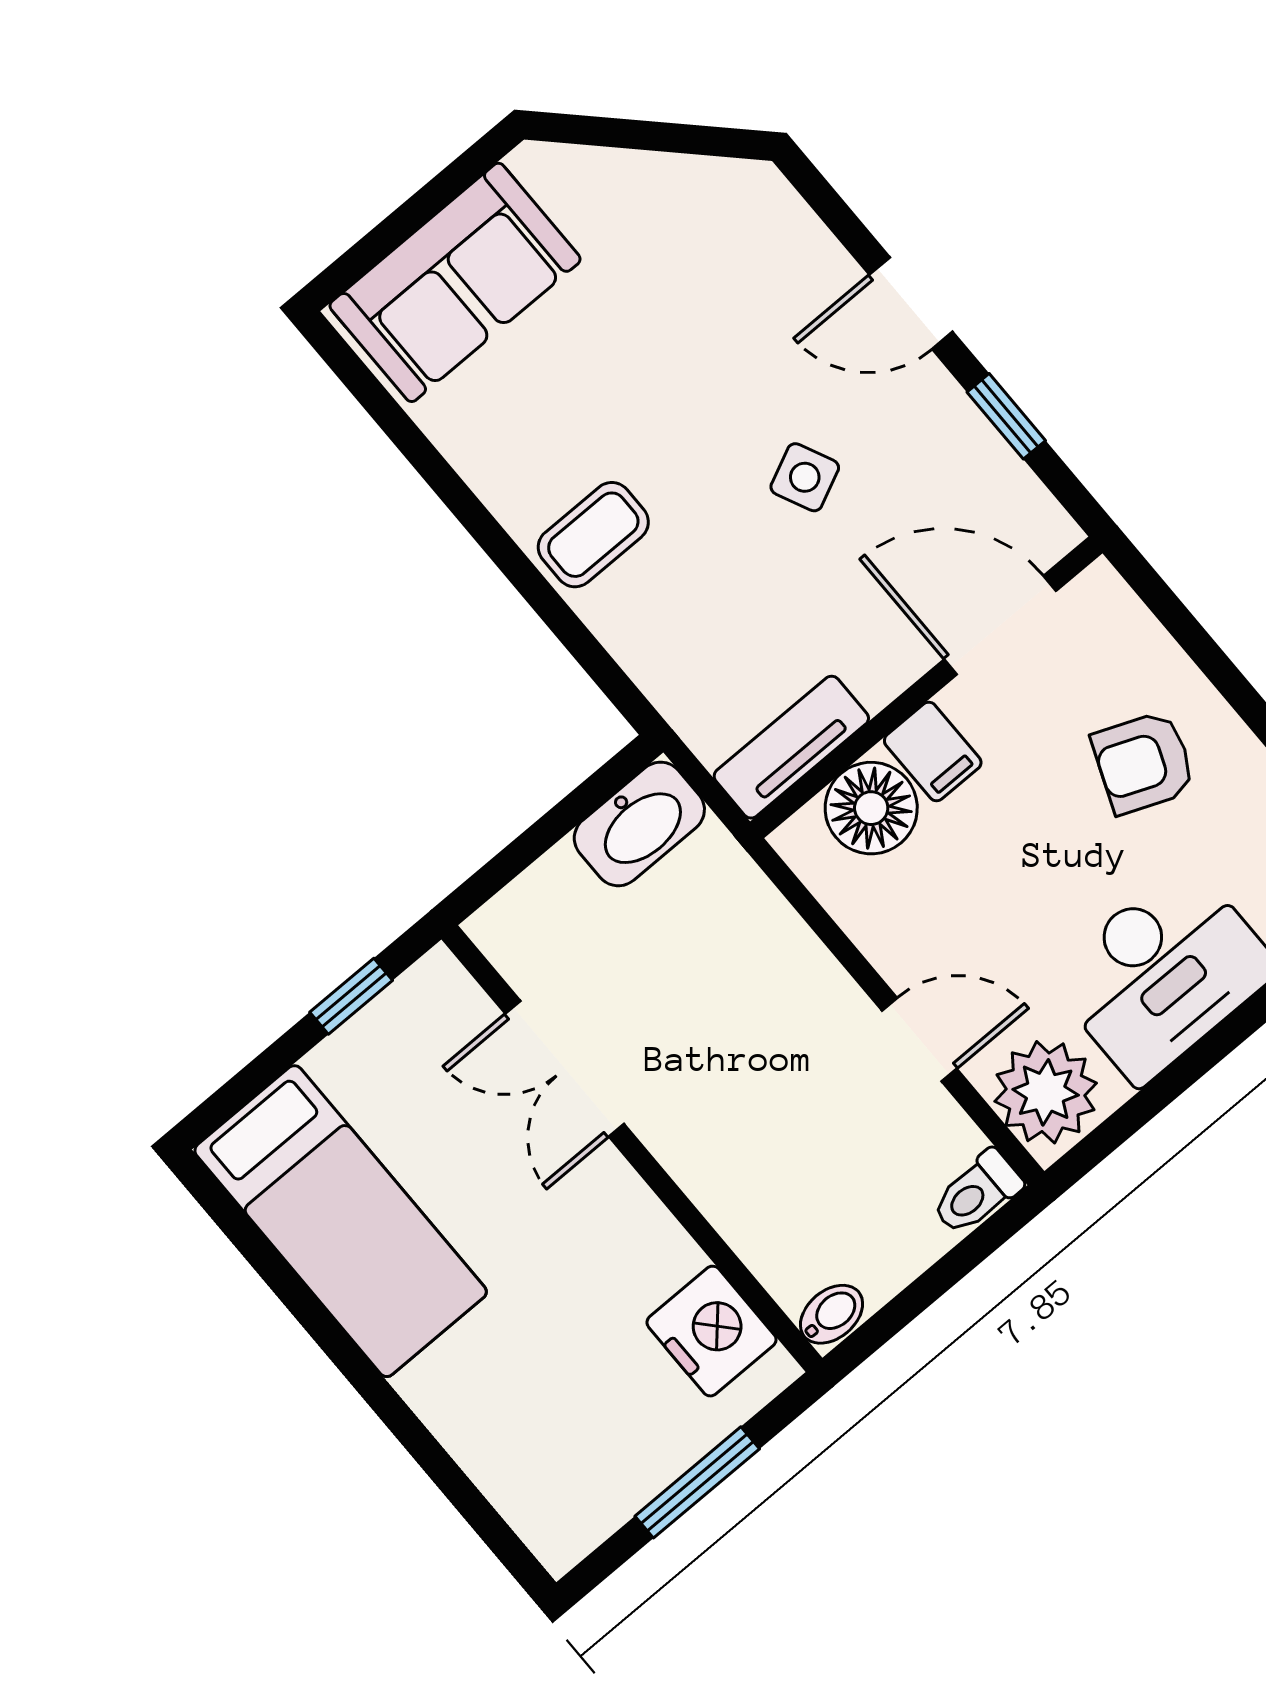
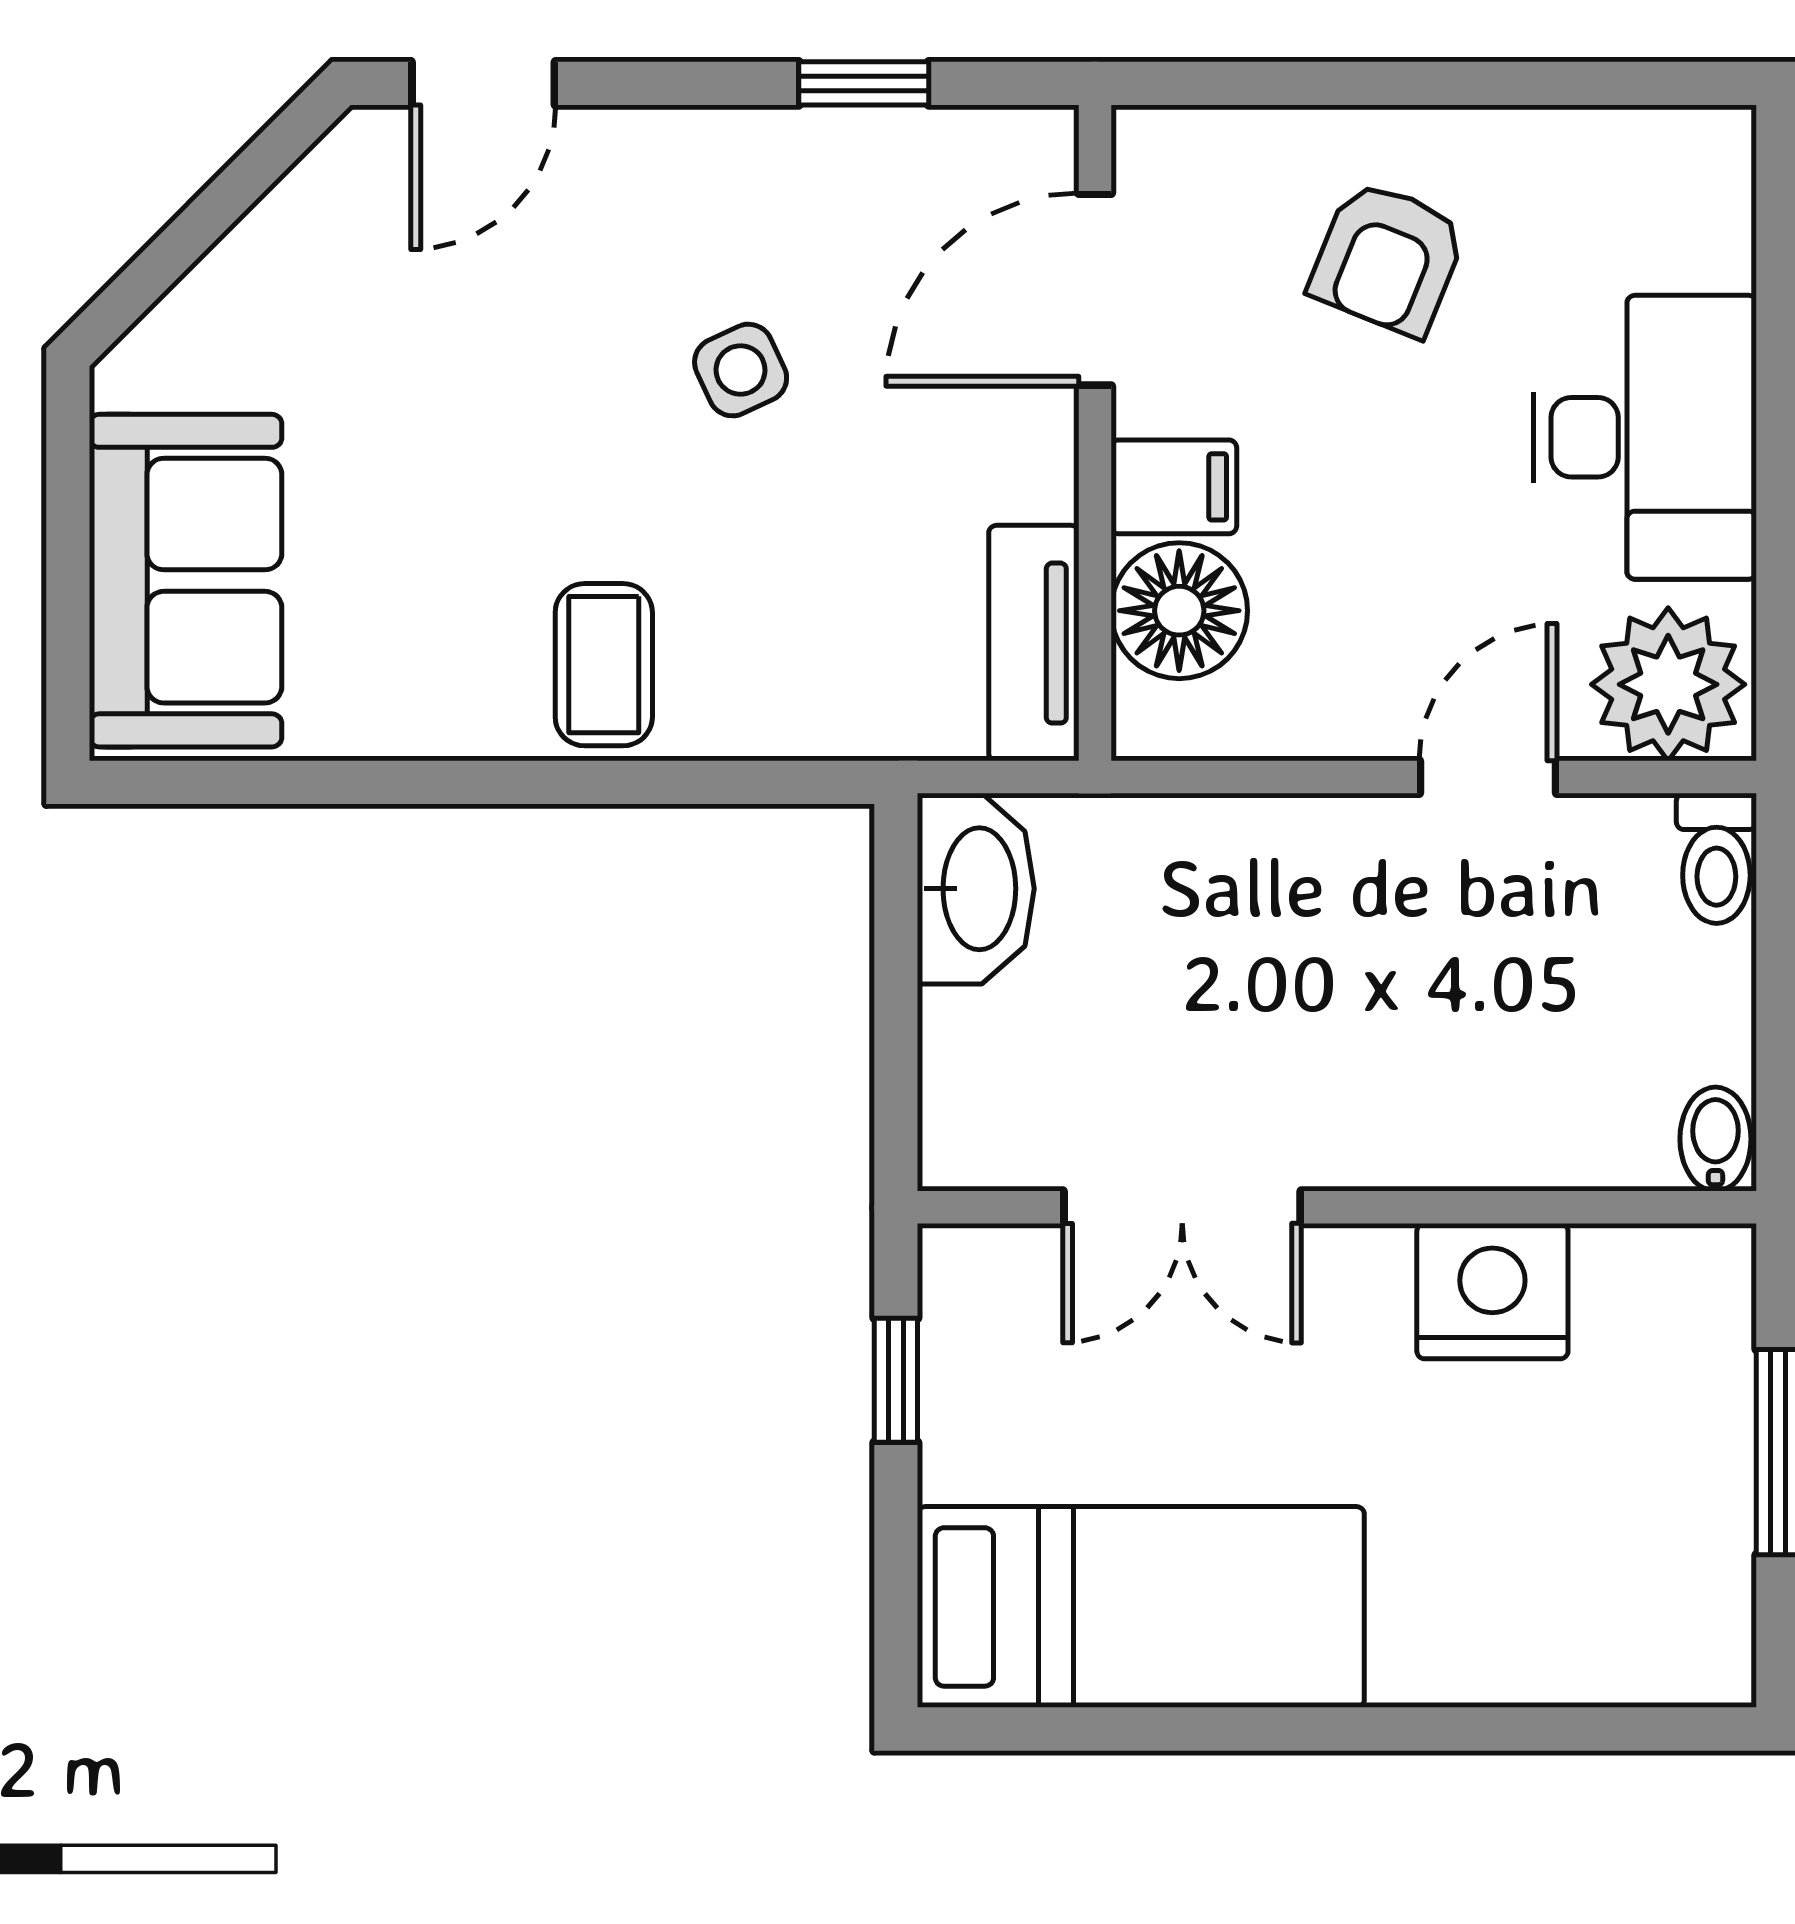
door: (911, 303) -> (483, 83), moved
nightstand: (712, 1331) -> (1492, 1291), moved

